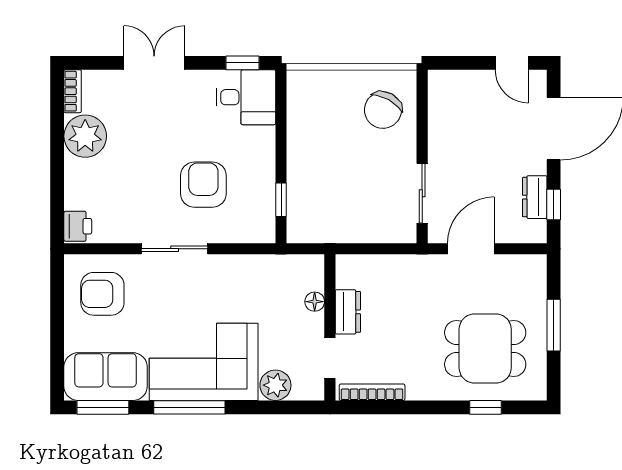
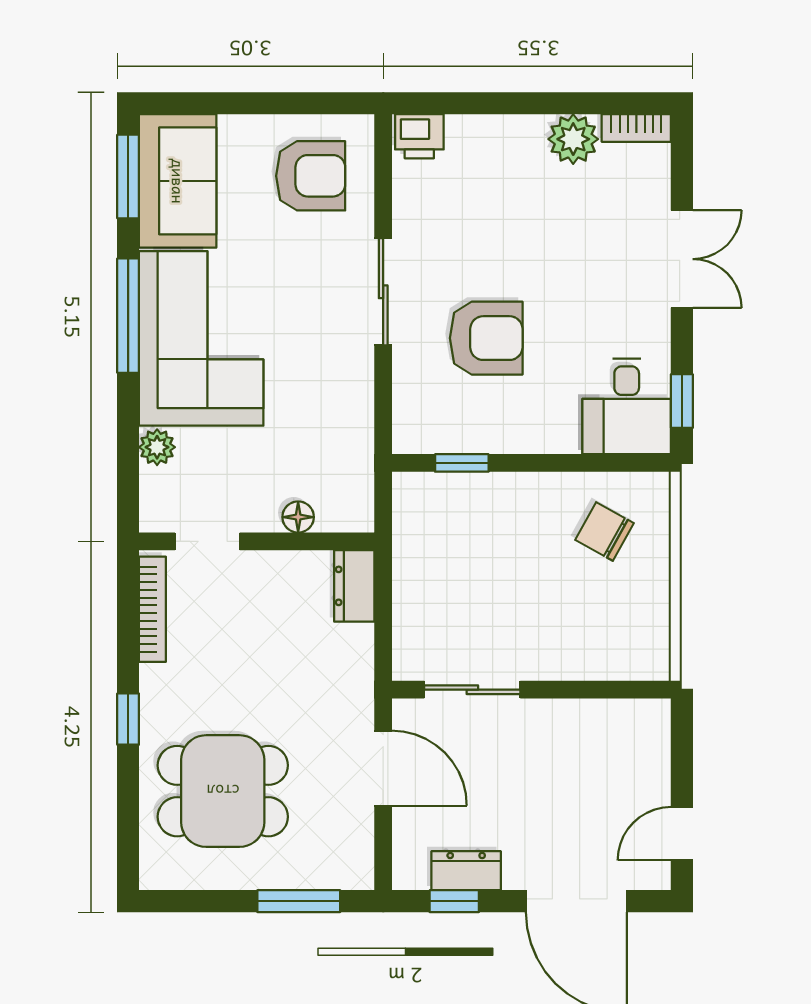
chair: (383, 110) -> (604, 532), moved, width x0.73, depth x0.73
plant: (85, 136) -> (573, 139), width x0.73, depth x0.73
armchair: (102, 294) -> (311, 176), turned 90
dresser: (348, 312) -> (354, 586), moved, turned 90
window: (554, 325) -> (299, 901), moved
dining table: (485, 349) -> (223, 791), turned 90
plant: (275, 385) -> (157, 447), width x0.73, depth x0.73
window: (485, 407) -> (128, 719), moved

